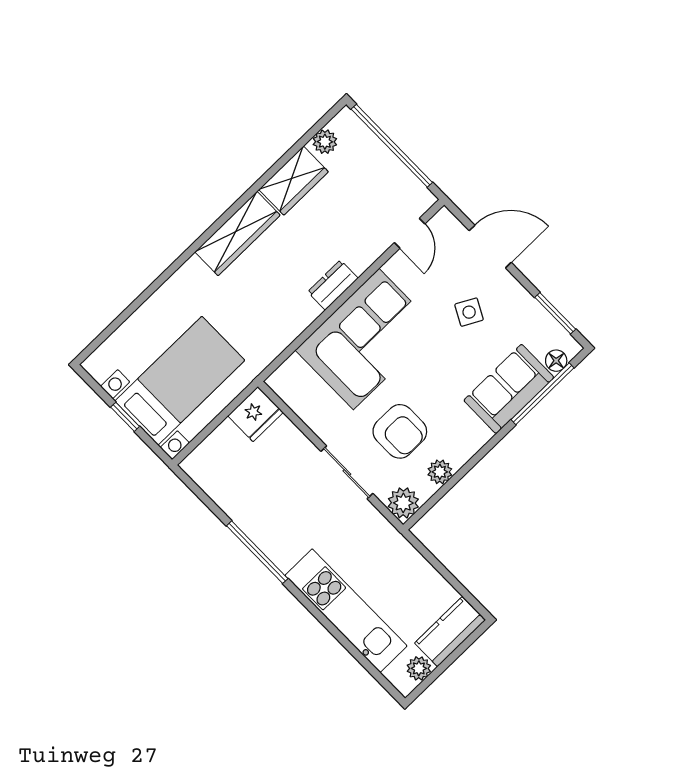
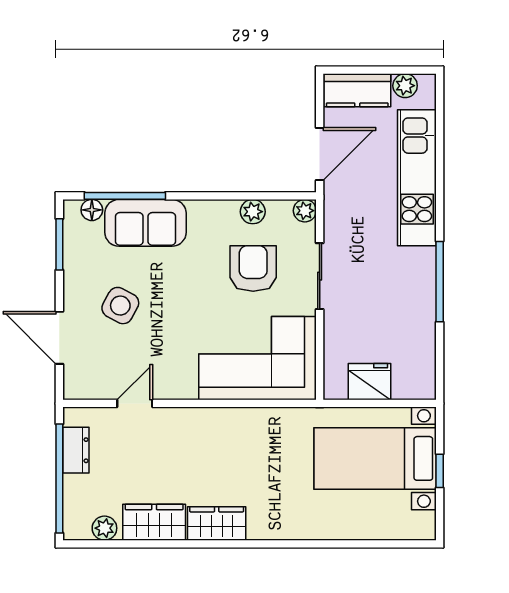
door: (410, 233) -> (135, 403), moved
wardrobe: (237, 234) -> (217, 523), width x0.67
dresser: (333, 285) -> (76, 450), moved, turned -90
side table: (469, 312) -> (120, 306), width x1.37, depth x1.37
corner sofa: (366, 339) -> (258, 358), moved
fridge: (255, 414) -> (370, 382), moved
plant: (403, 503) -> (305, 211), width x0.73, depth x0.73
door: (432, 560) -> (320, 154), added

